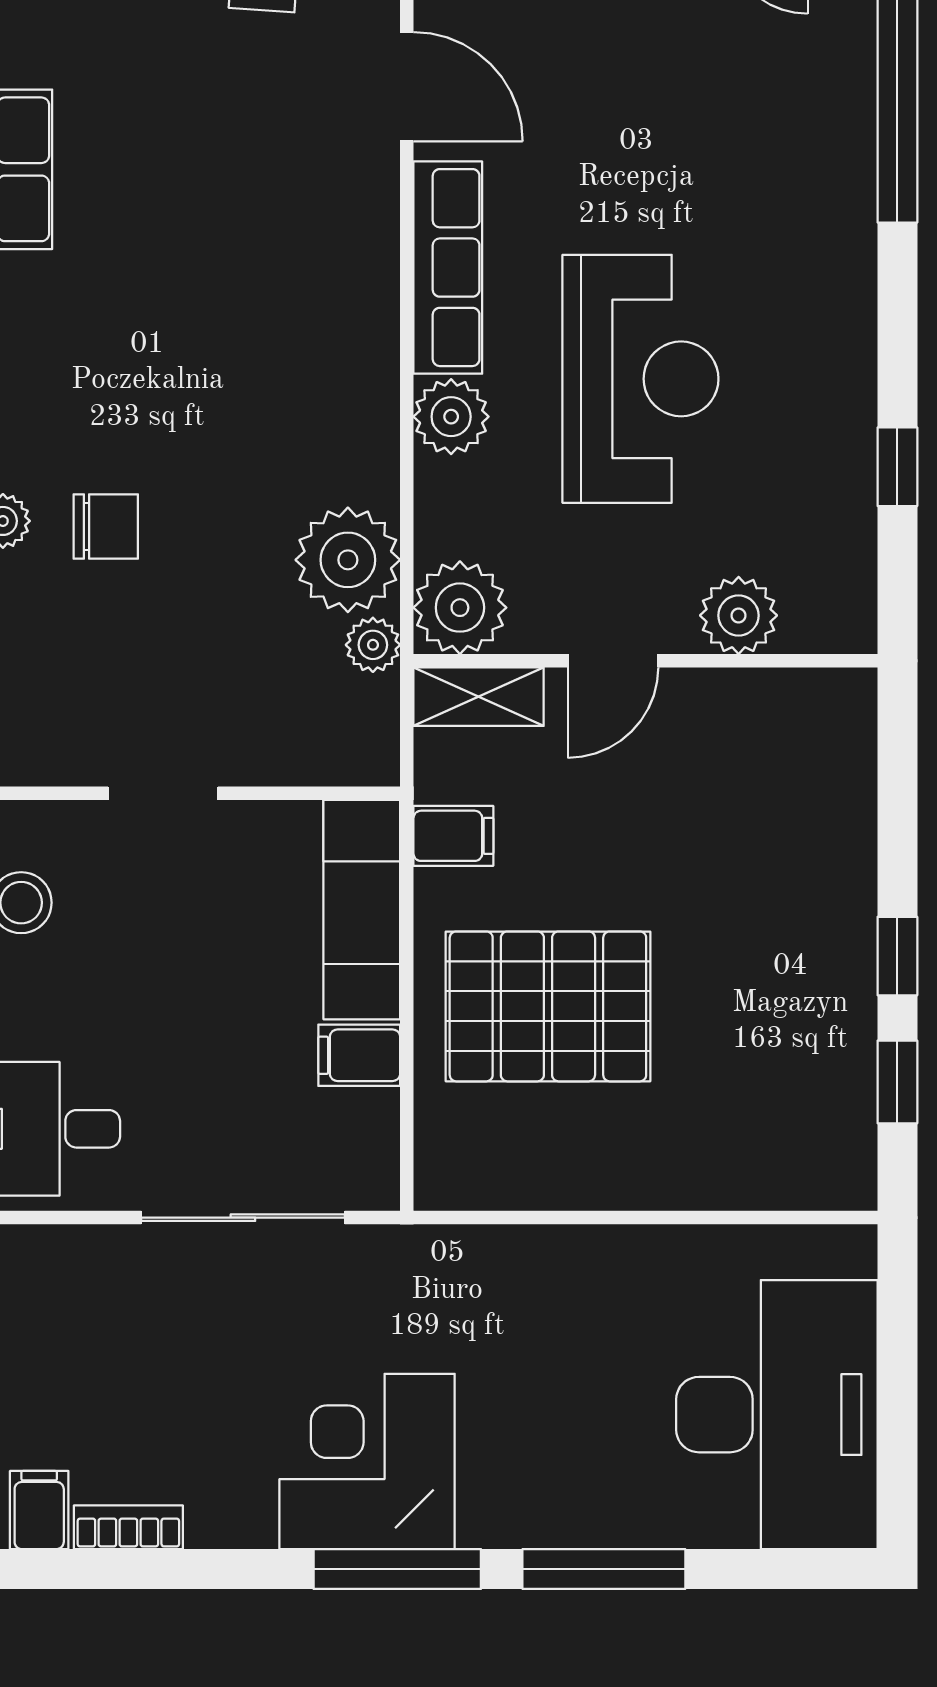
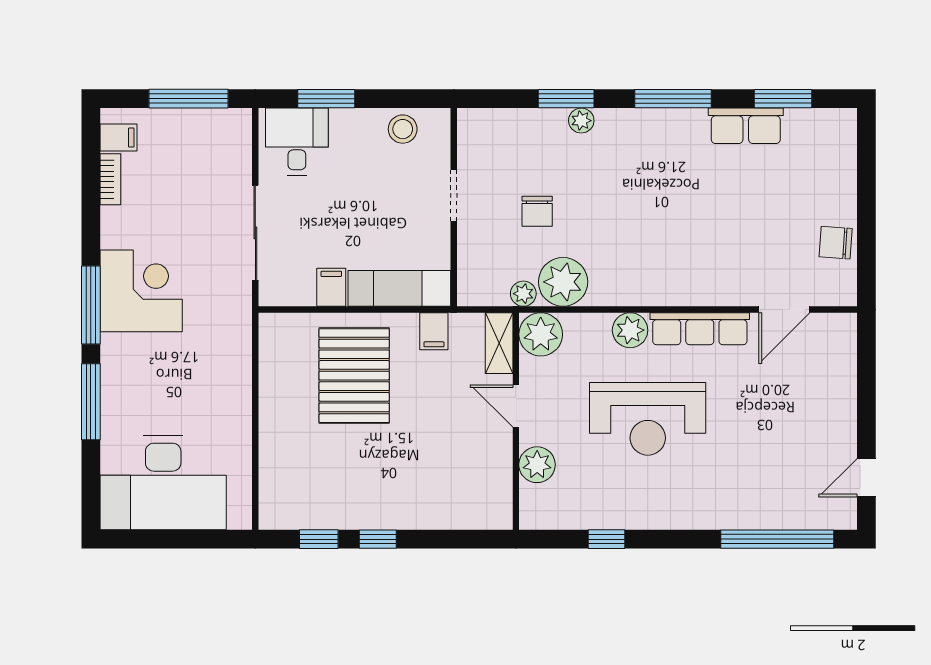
chair: (106, 526) -> (537, 211), moved

